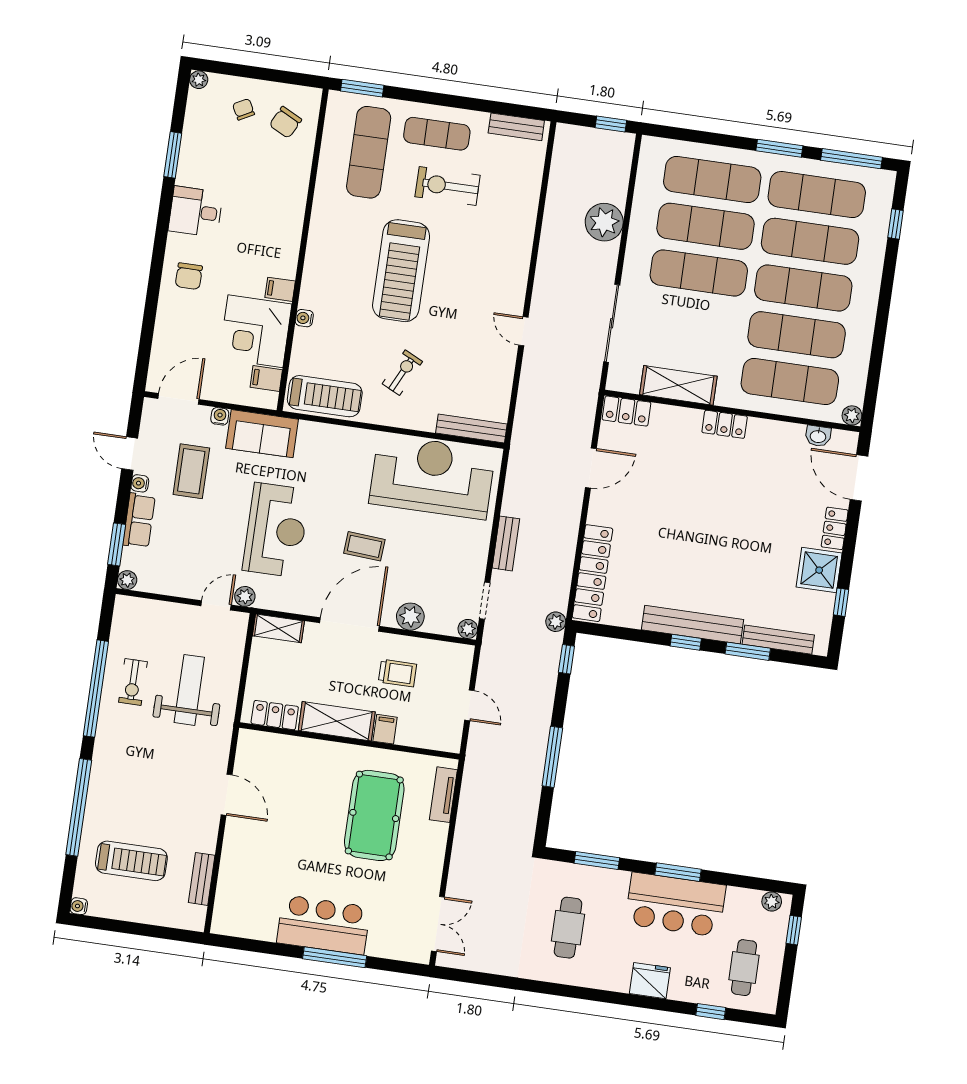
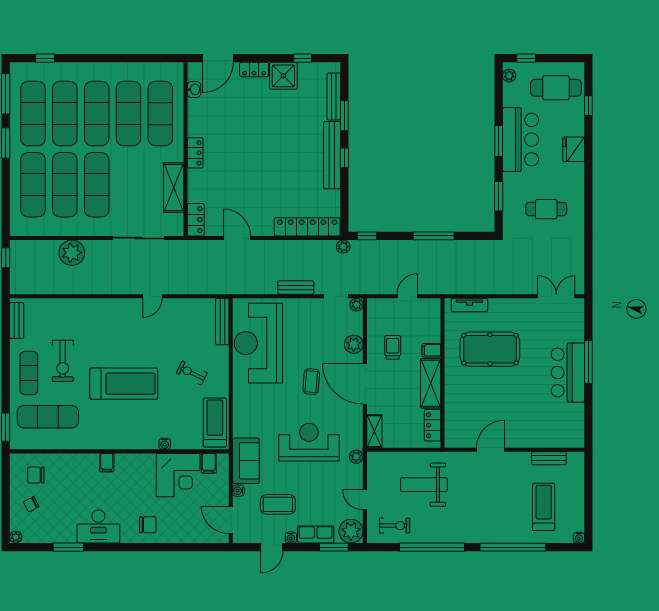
chair: (285, 122) -> (36, 475), turned 153
desk: (196, 212) -> (98, 526), width x1.37
filing cabinet: (280, 289) -> (107, 463), moved
plant: (852, 415) -> (177, 69), removed
plant: (127, 580) -> (351, 531), width x1.88, depth x1.88
door: (216, 605) -> (365, 500), moved
exercise bike: (133, 682) -> (395, 526), moved
cafe table: (744, 968) -> (556, 88), width x1.37, depth x1.35

